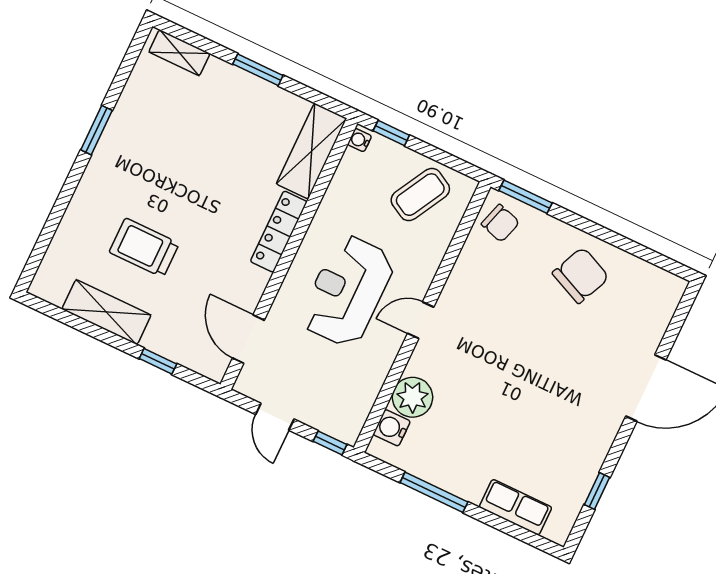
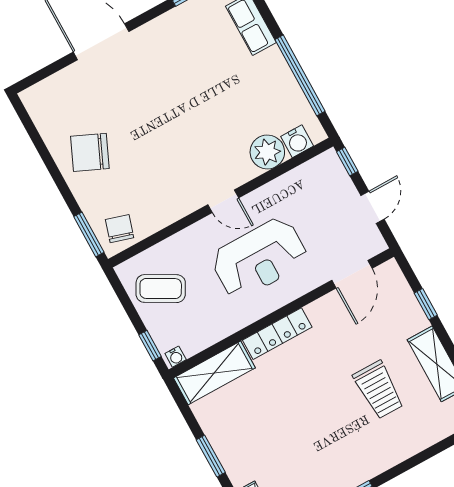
window: (434, 492) -> (300, 75), width x1.46

